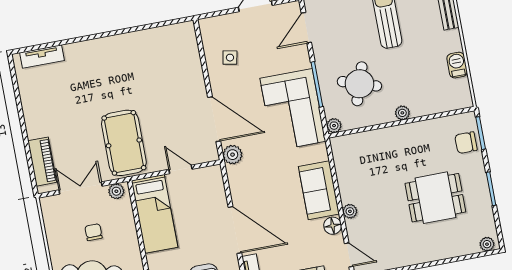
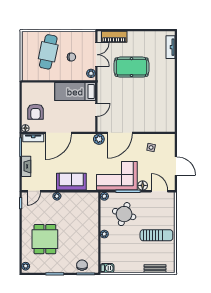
barbecue: (457, 65) -> (107, 268), moved
pool table: (124, 143) -> (131, 67), moved
dining table: (435, 198) -> (45, 239), moved
floor lamp: (333, 226) -> (143, 185), moved

